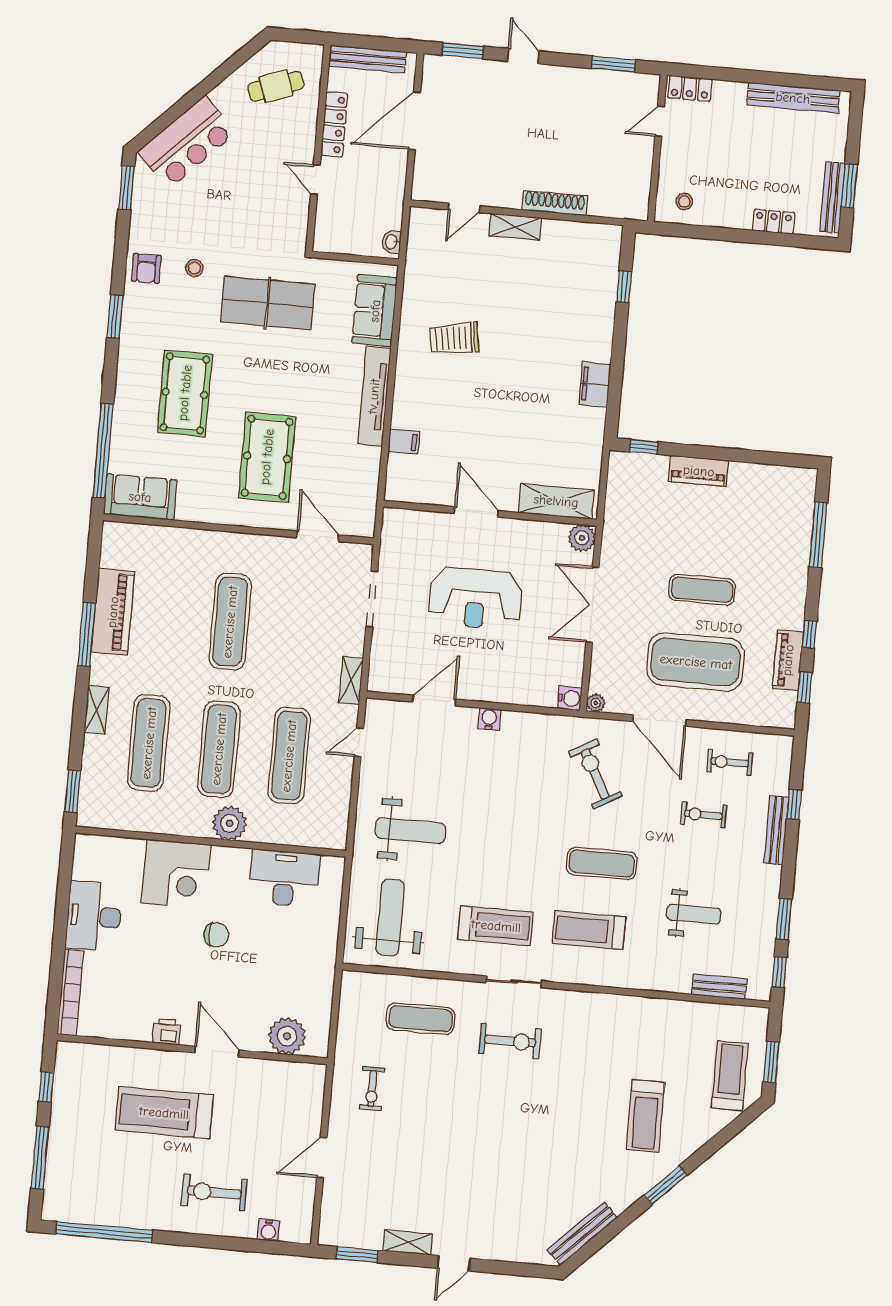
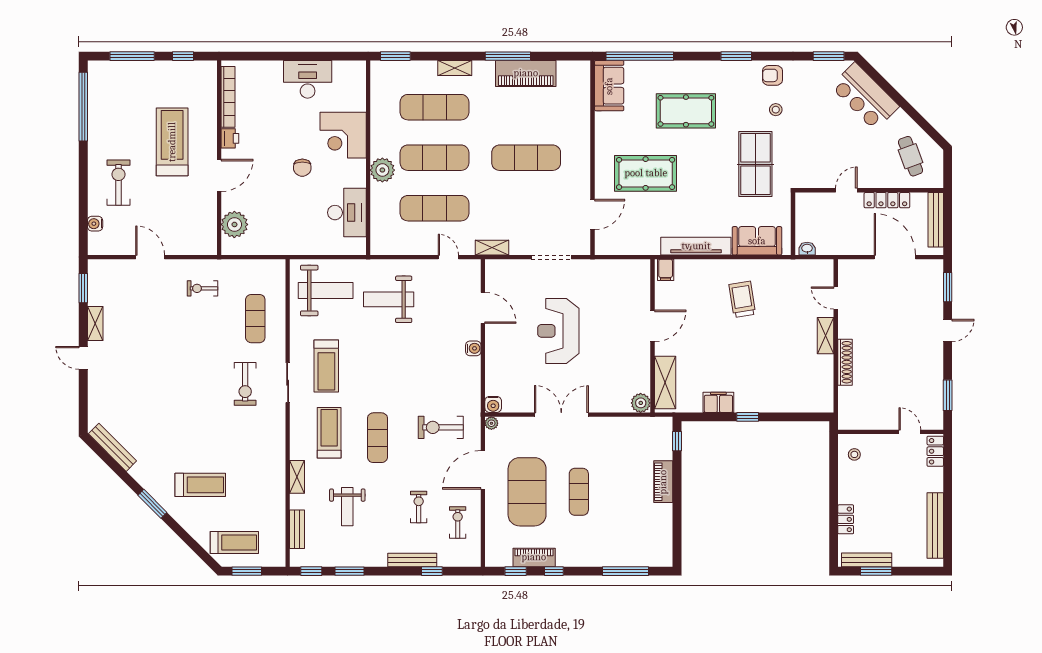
window: (624, 287) -> (748, 417), moved
shelving: (556, 501) -> (665, 382), moved
door: (476, 512) -> (652, 326), moved
wall: (490, 513) -> (652, 336), moved
plant: (582, 538) -> (641, 403), moved
exercise bike: (595, 774) -> (441, 427), turned -151
weight bench: (410, 831) -> (389, 299), turned 90
shelving: (646, 980) -> (297, 477), added
bookcase: (70, 993) -> (228, 97), moved, turned -90
treadmill: (645, 1116) -> (200, 485), turned 180

